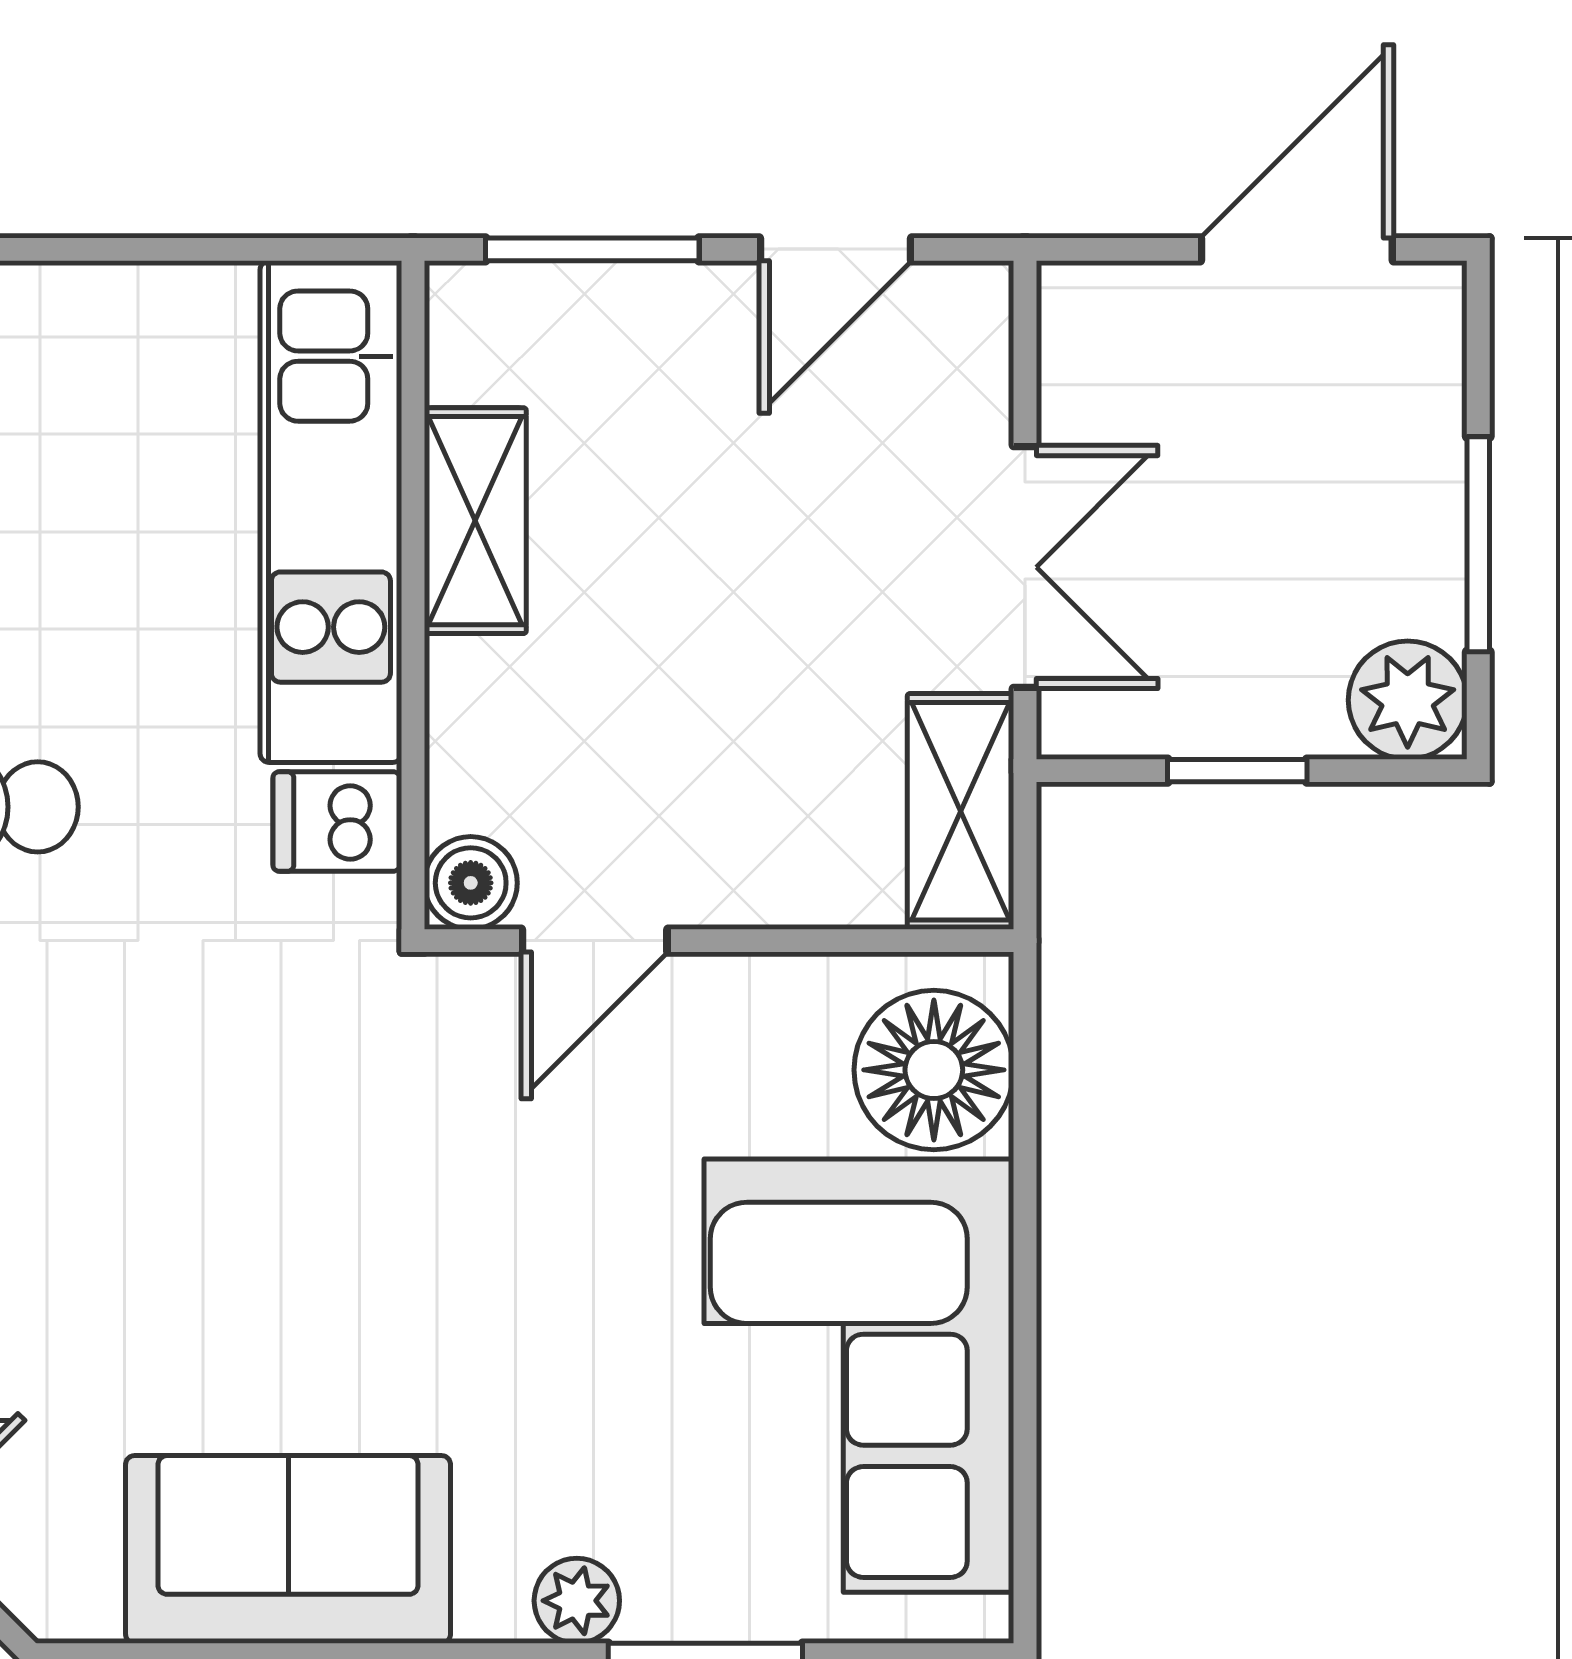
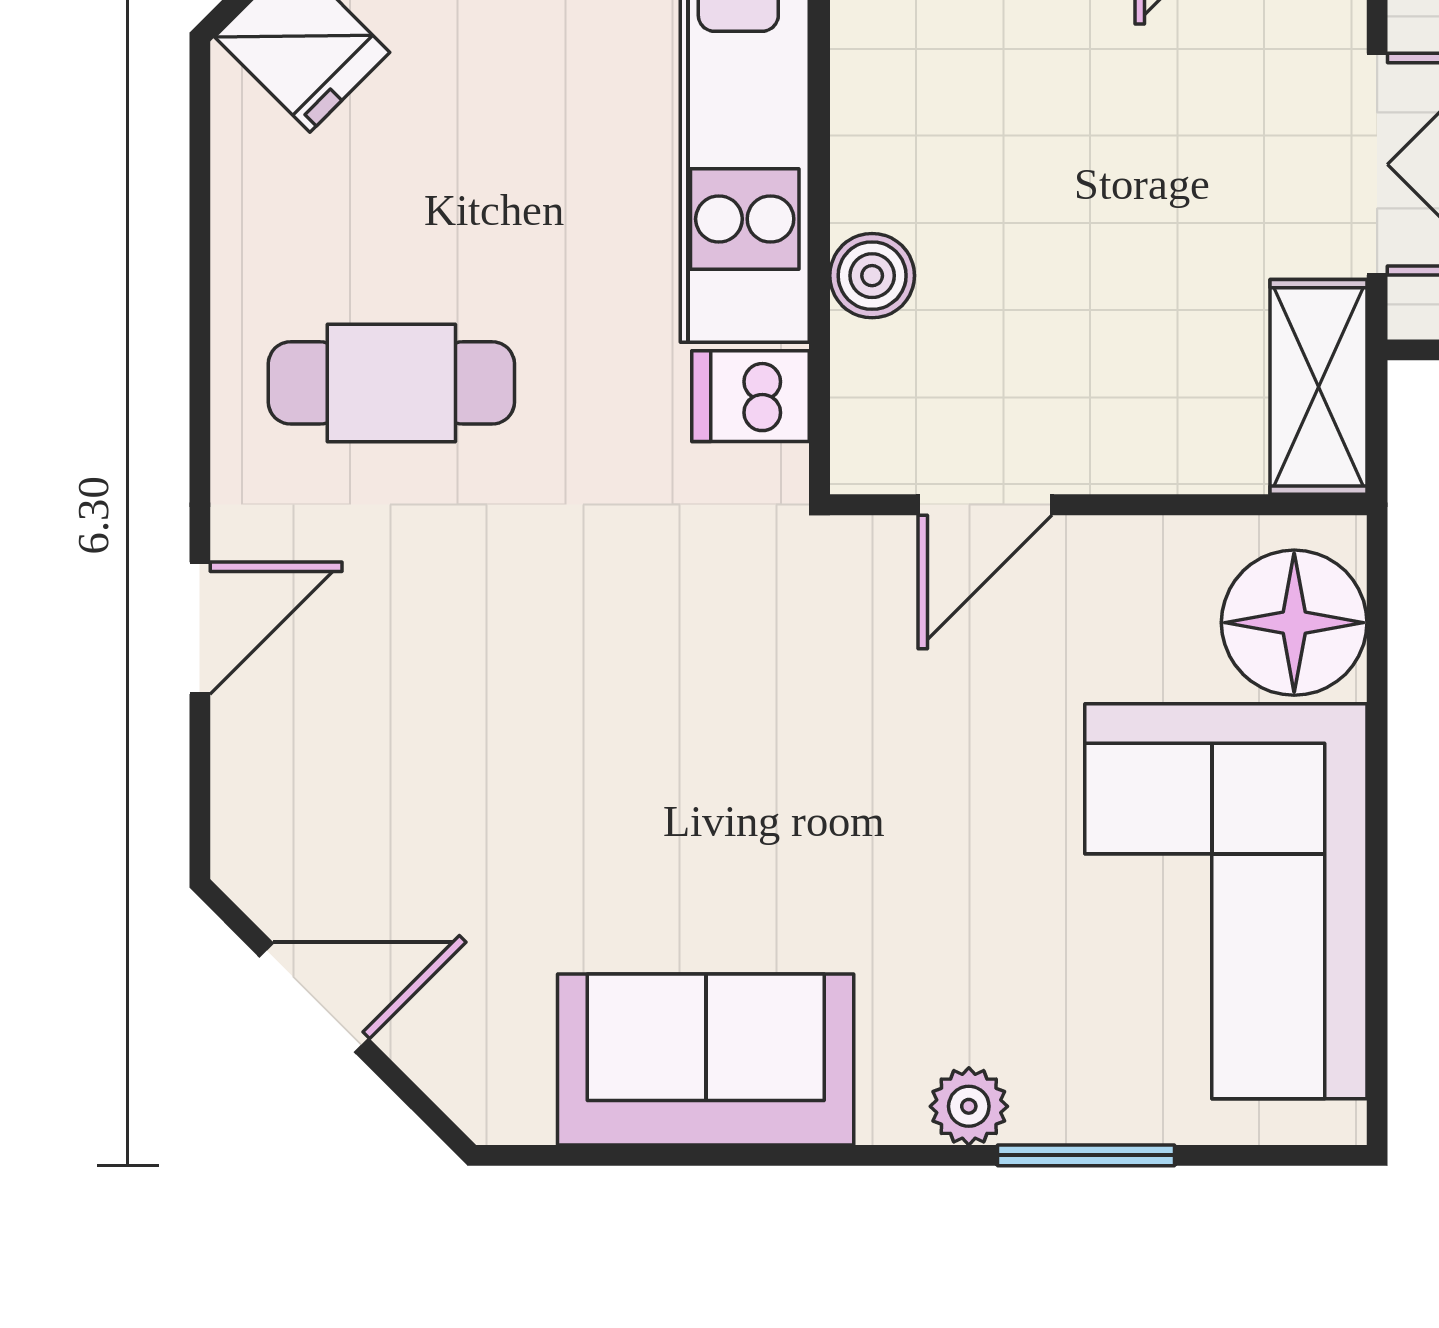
shelving: (475, 521) -> (876, 122), removed
boiler: (471, 883) -> (872, 276), moved

